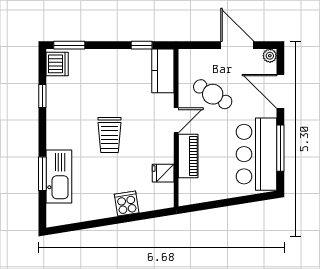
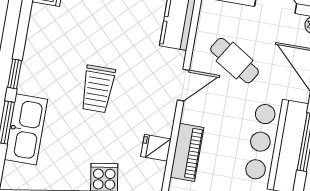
window: (42, 96) -> (15, 74), moved
piano: (188, 156) -> (187, 152), moved

